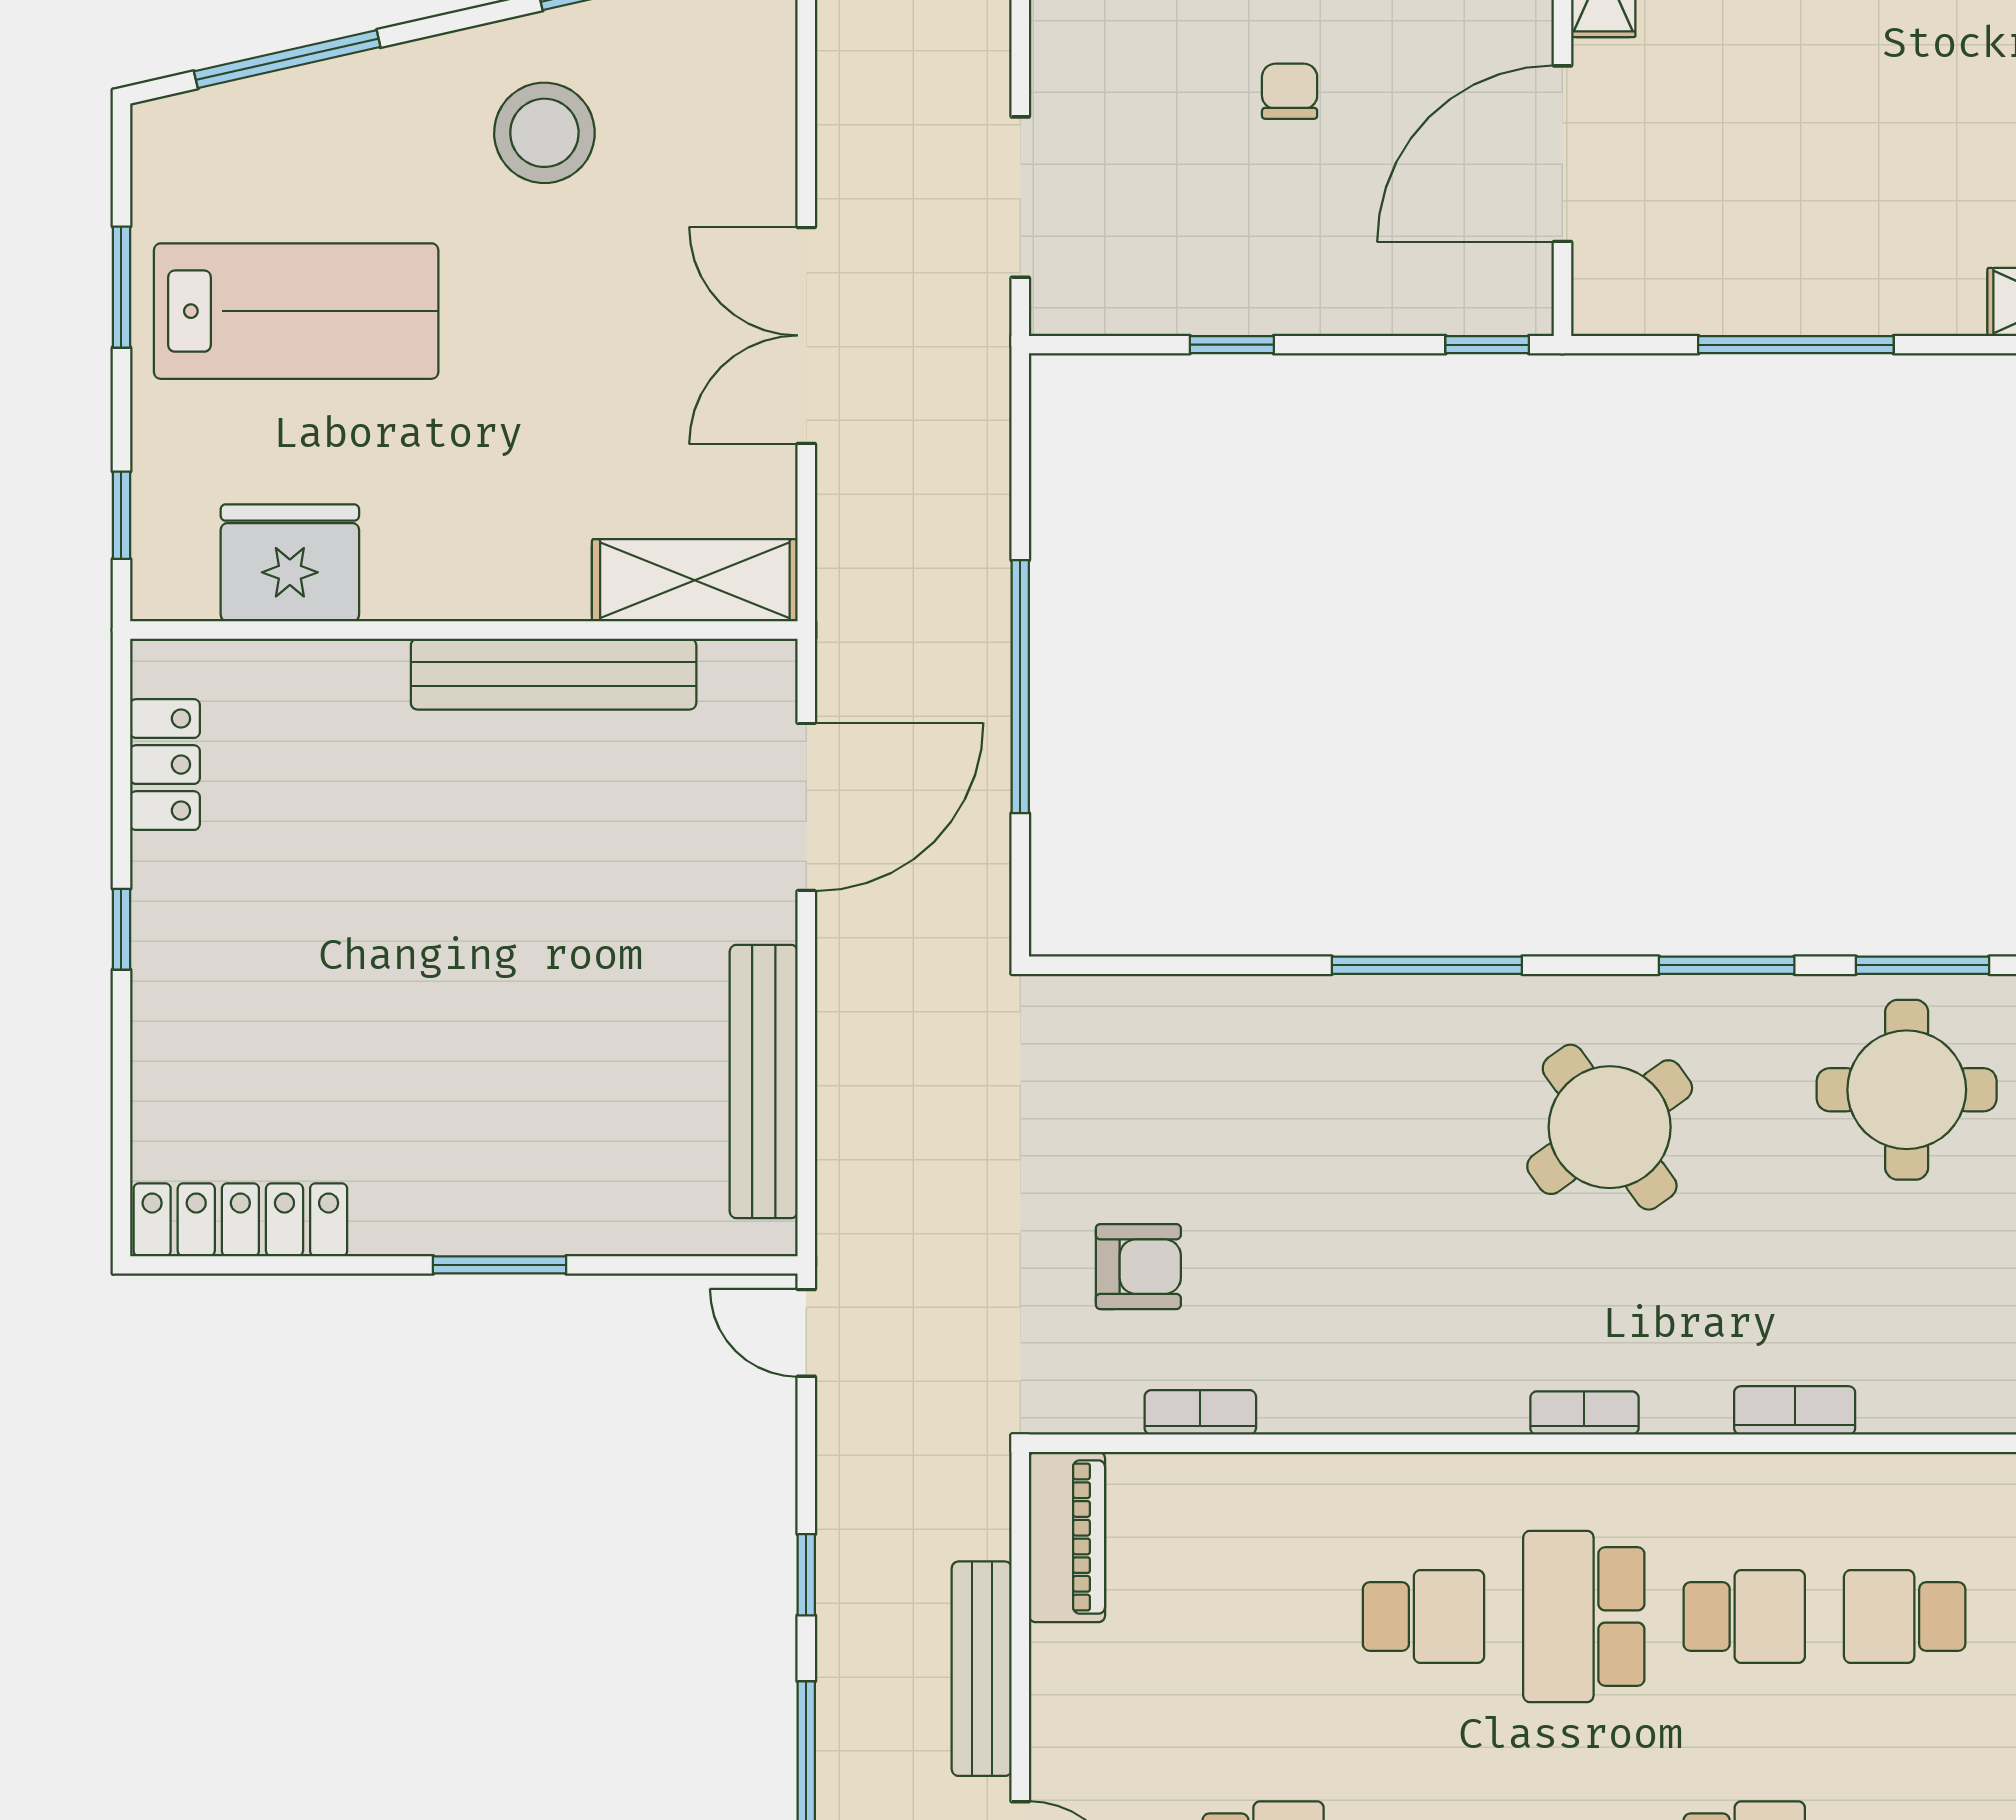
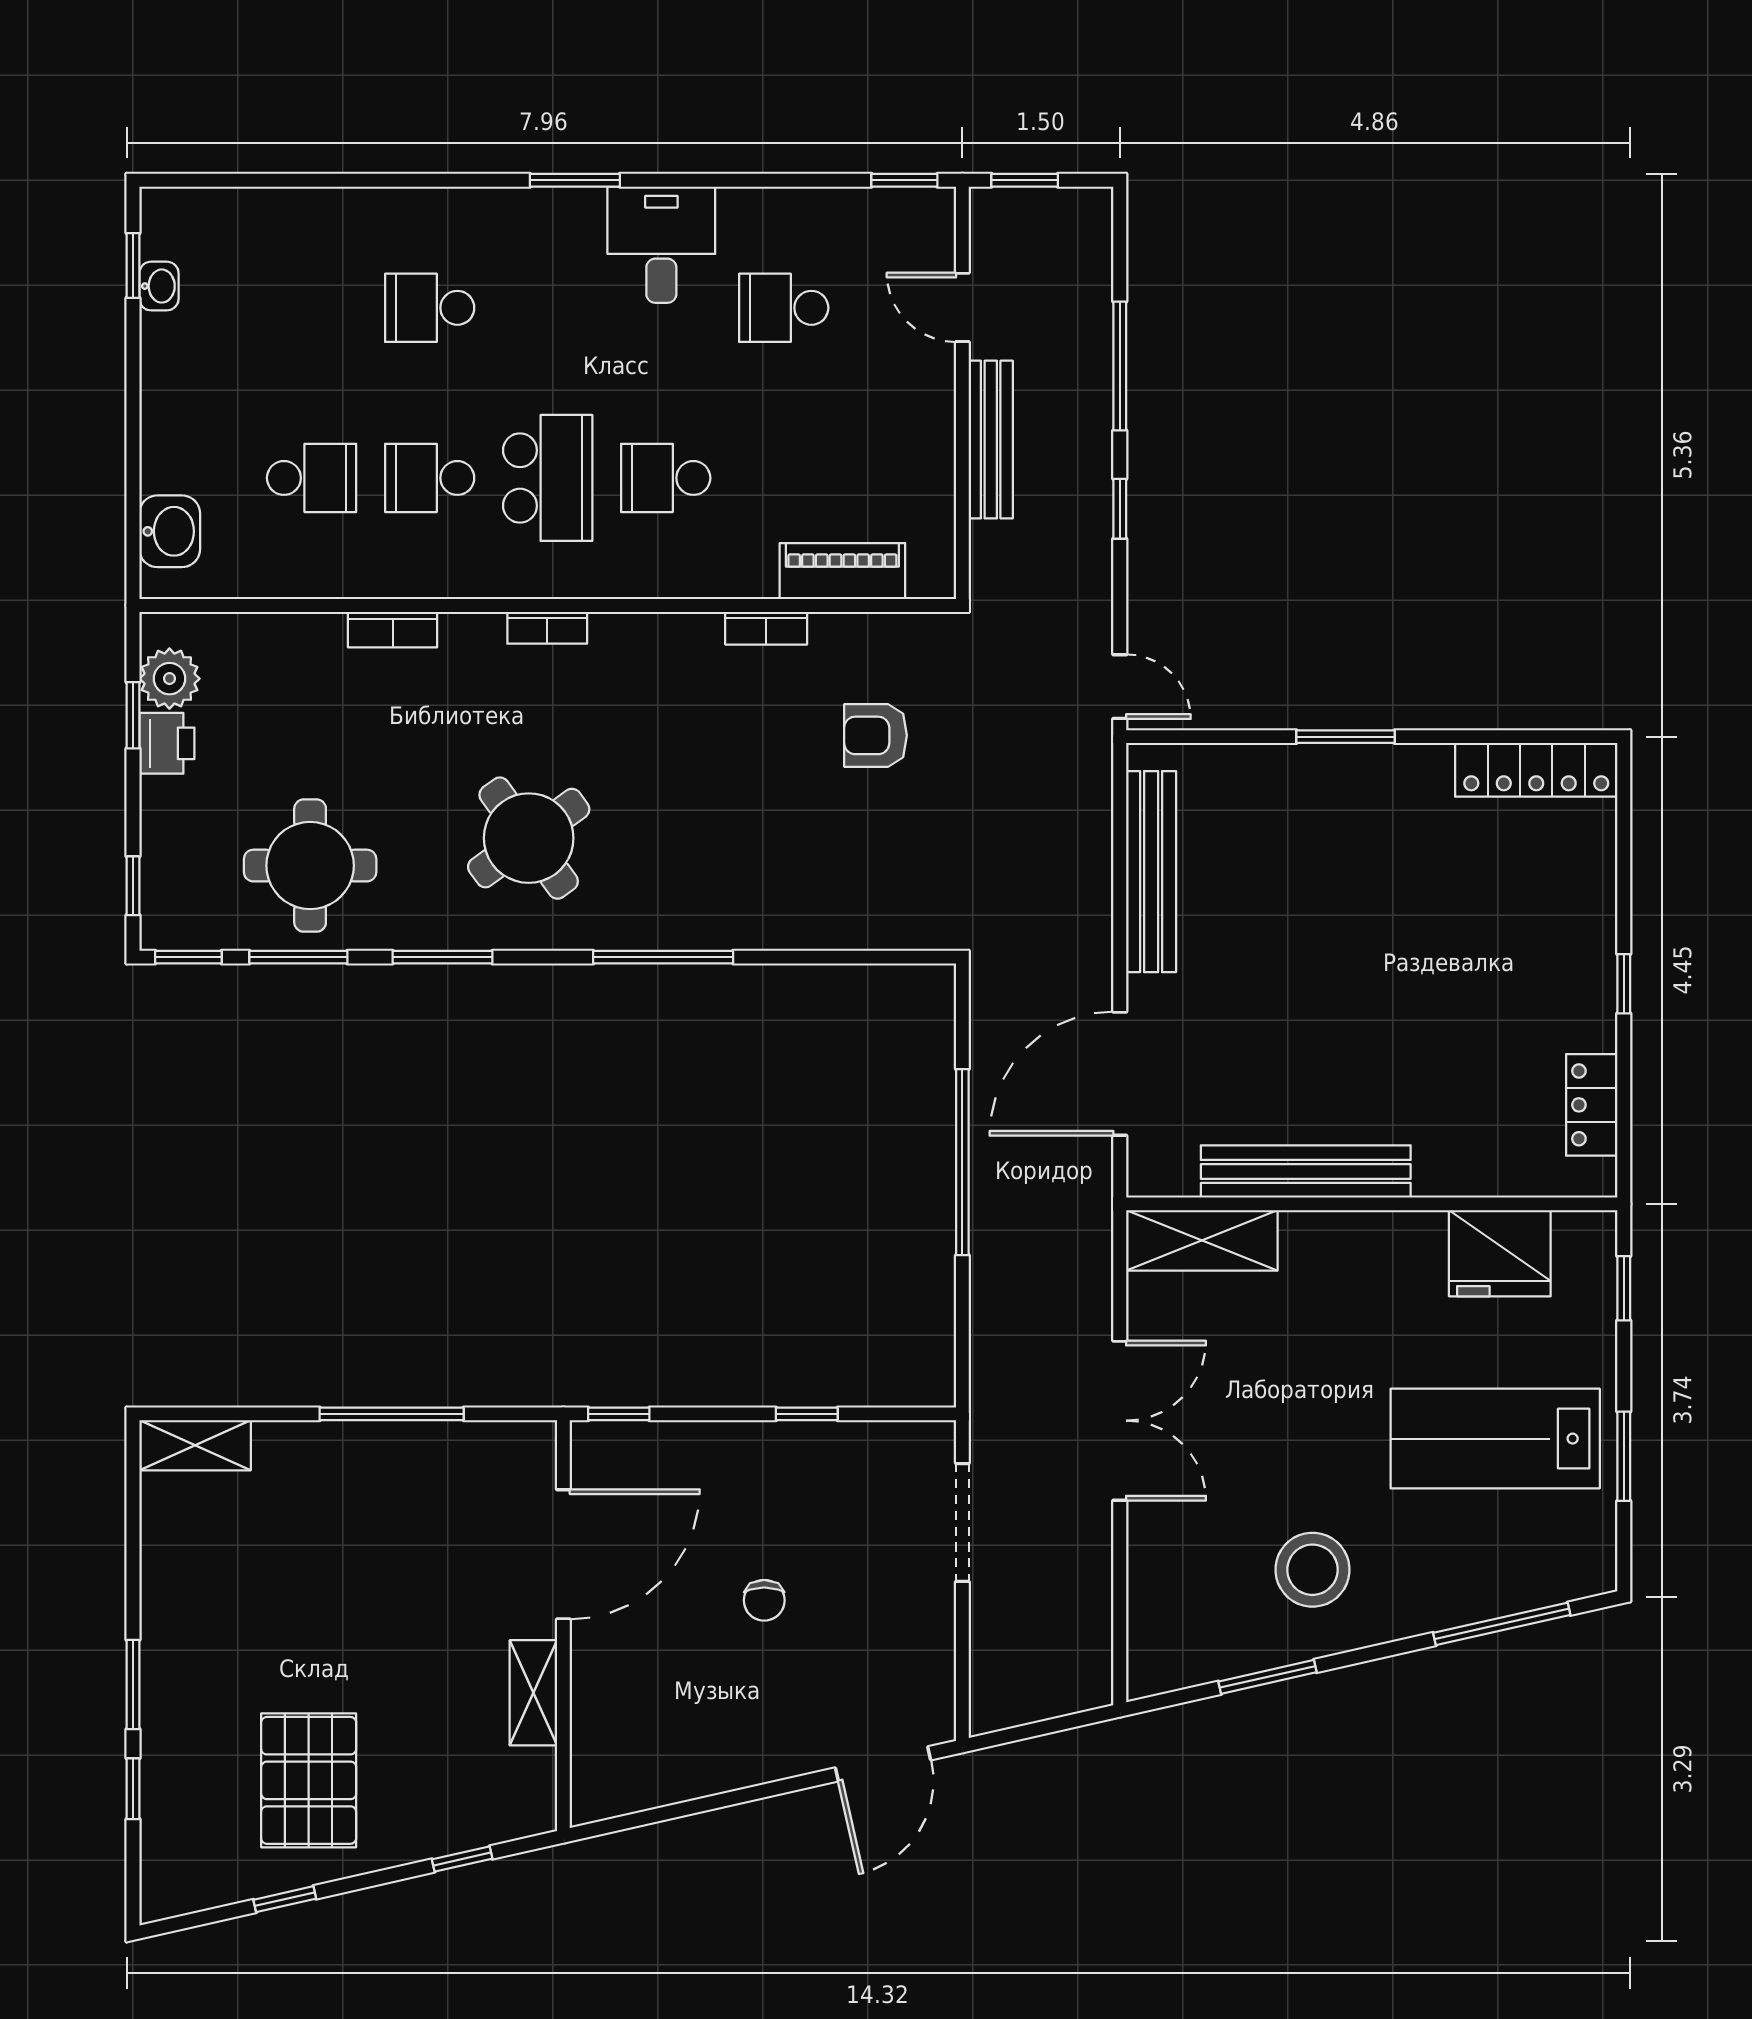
bookcase: (1200, 1412) -> (766, 628), moved
piano: (1067, 1537) -> (842, 571), moved, turned 90

